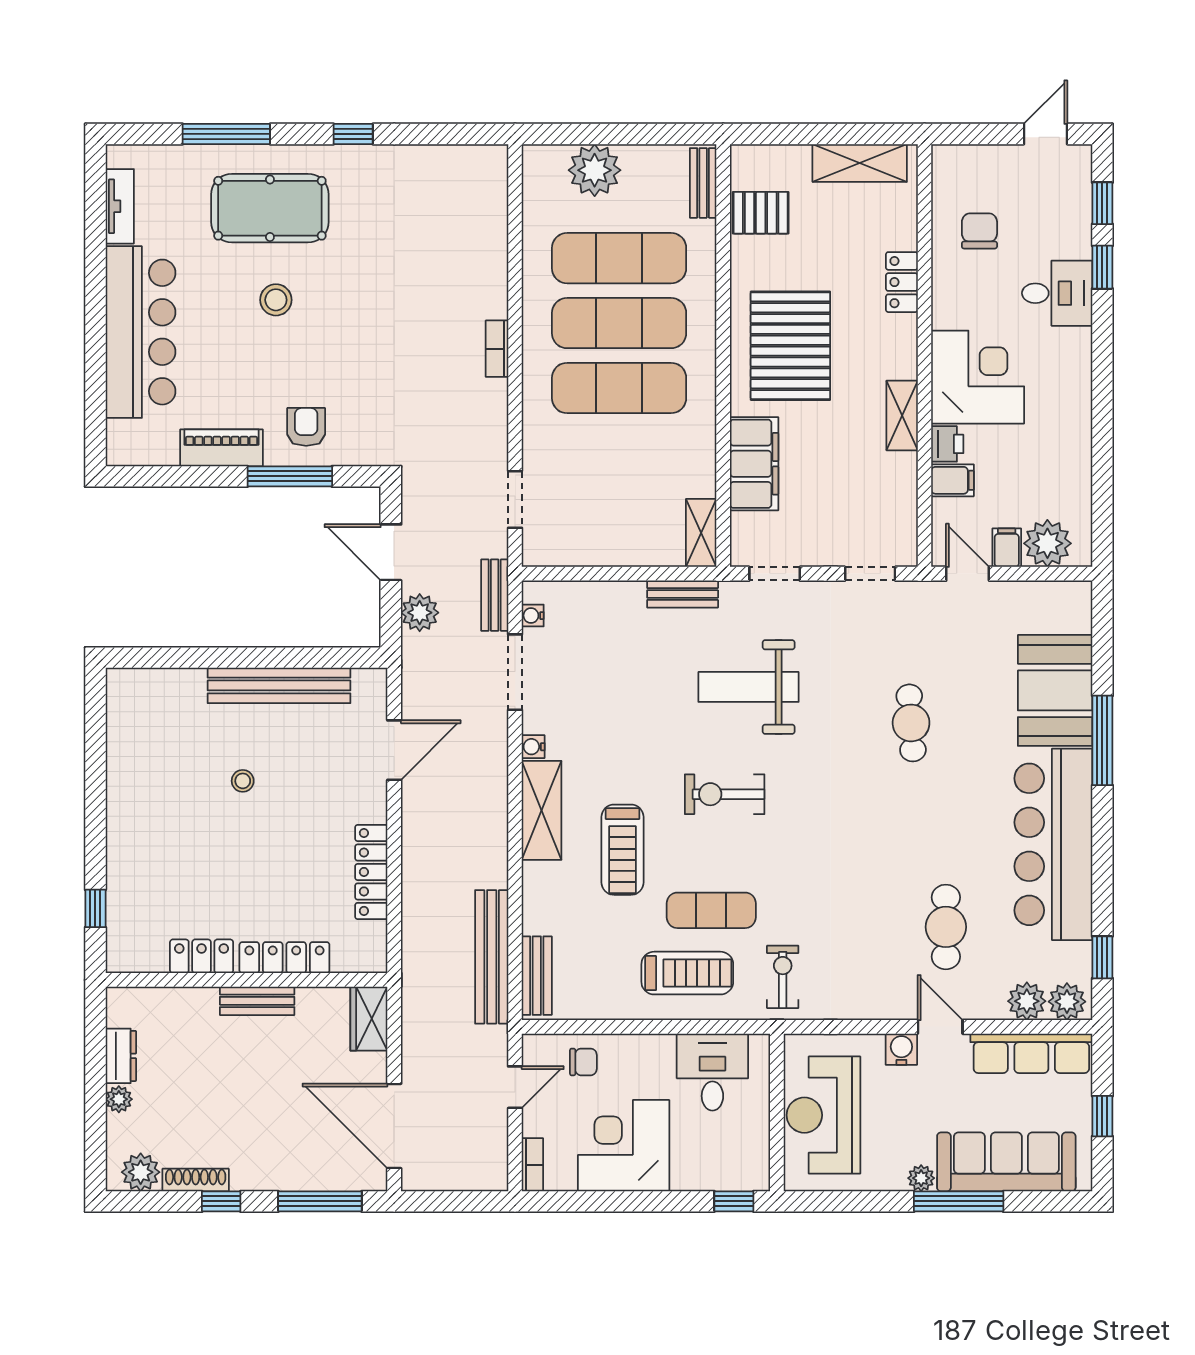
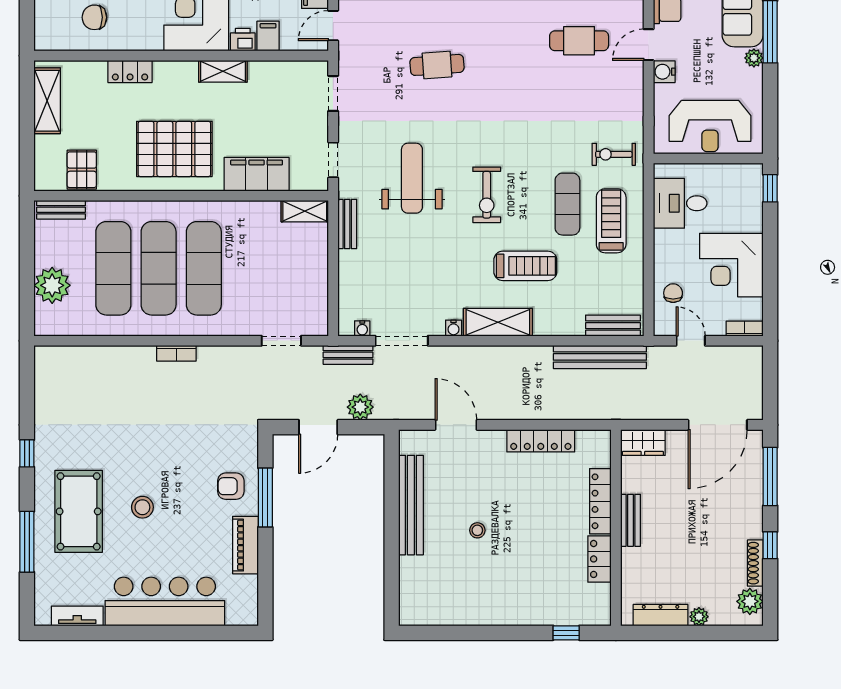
weight bench: (748, 687) -> (412, 178), turned 180
dresser: (121, 1056) -> (661, 615), width x1.44

